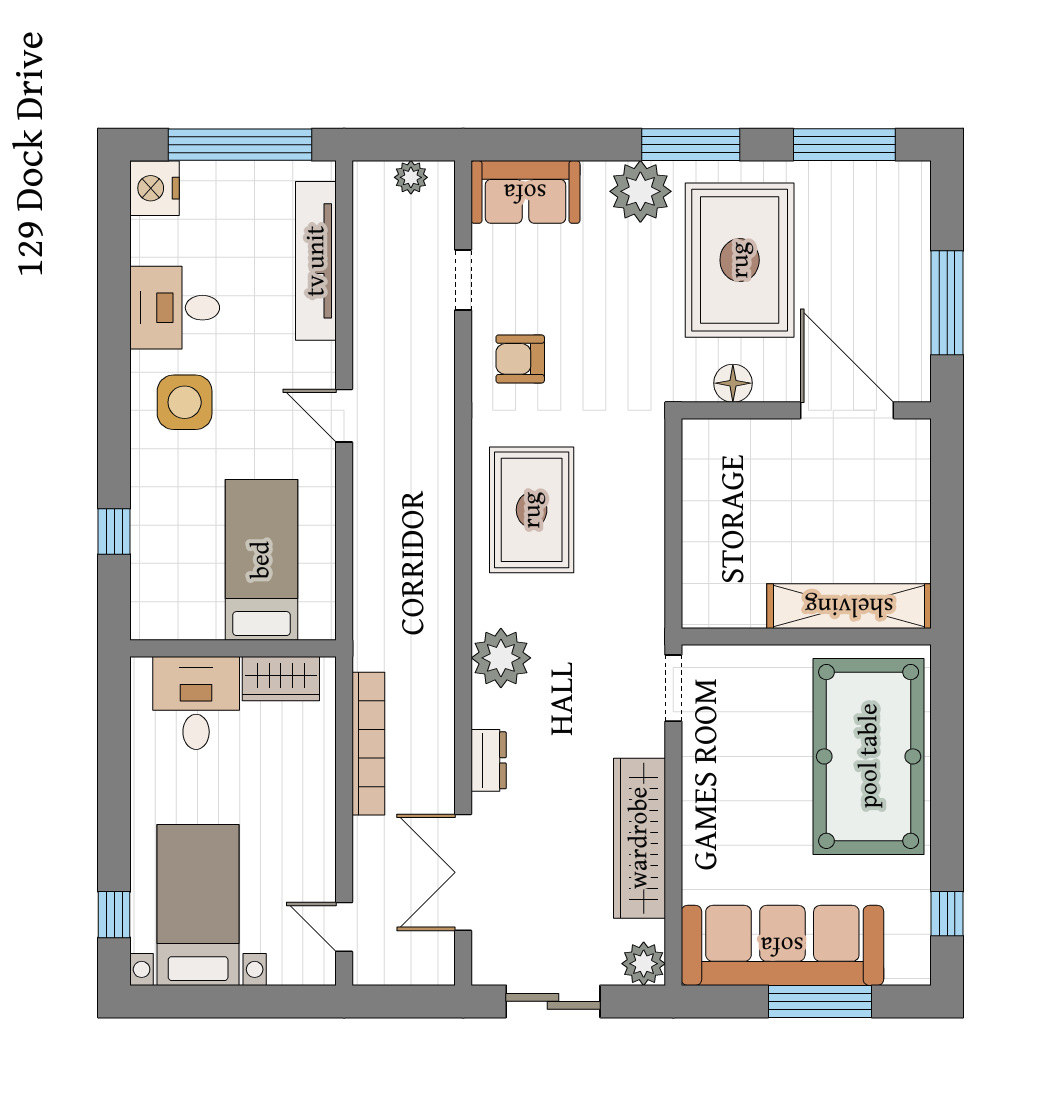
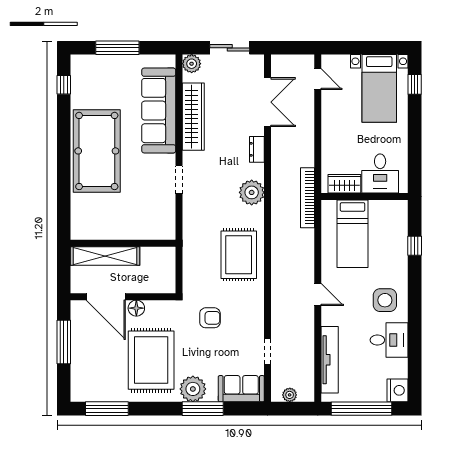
window: (691, 145) -> (203, 409), moved
armchair: (520, 359) -> (210, 318), moved
floor lamp: (733, 383) -> (136, 308), moved
shelving: (849, 606) -> (105, 256), moved
wall: (806, 636) -> (123, 243), moved
bookcase: (368, 744) -> (308, 198), moved
sofa: (782, 945) -> (159, 111), moved, turned 90

